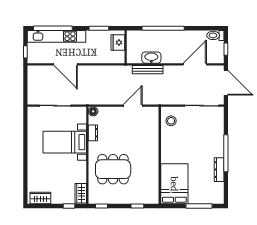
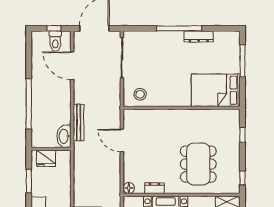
toilet: (215, 35) -> (55, 41), moved
washbasin: (151, 58) -> (64, 136), moved

